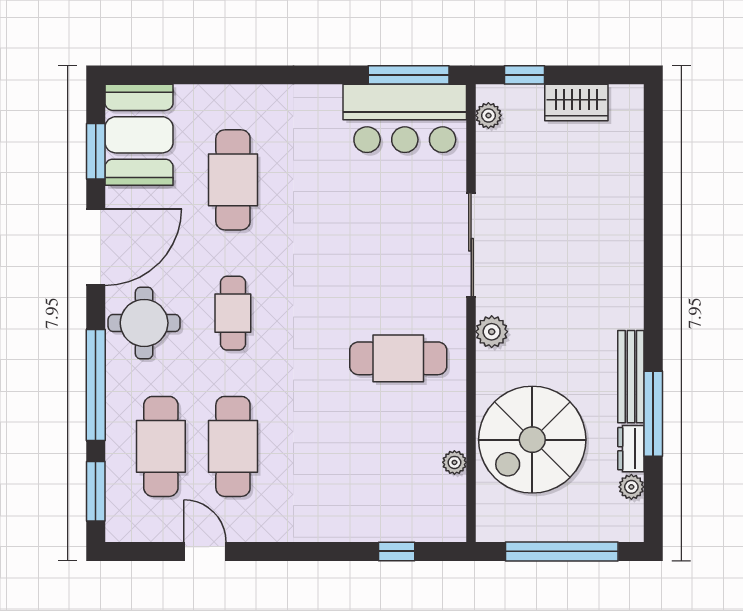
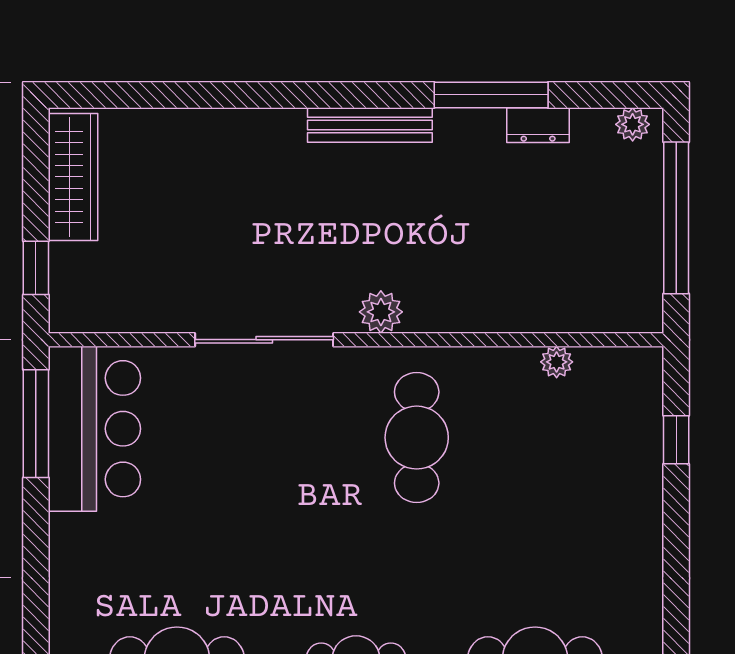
wardrobe: (576, 103) -> (73, 177), width x1.50
plant: (488, 115) -> (90, 316), removed
bench: (631, 377) -> (370, 125), moved
spiral stairs: (532, 440) -> (526, 257), removed
plant: (631, 487) -> (633, 124), moved

